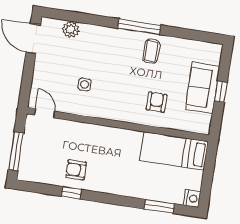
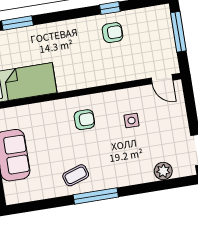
coffee table: (151, 51) -> (76, 175), turned 72
armchair: (157, 102) -> (84, 120), moved, turned -90

